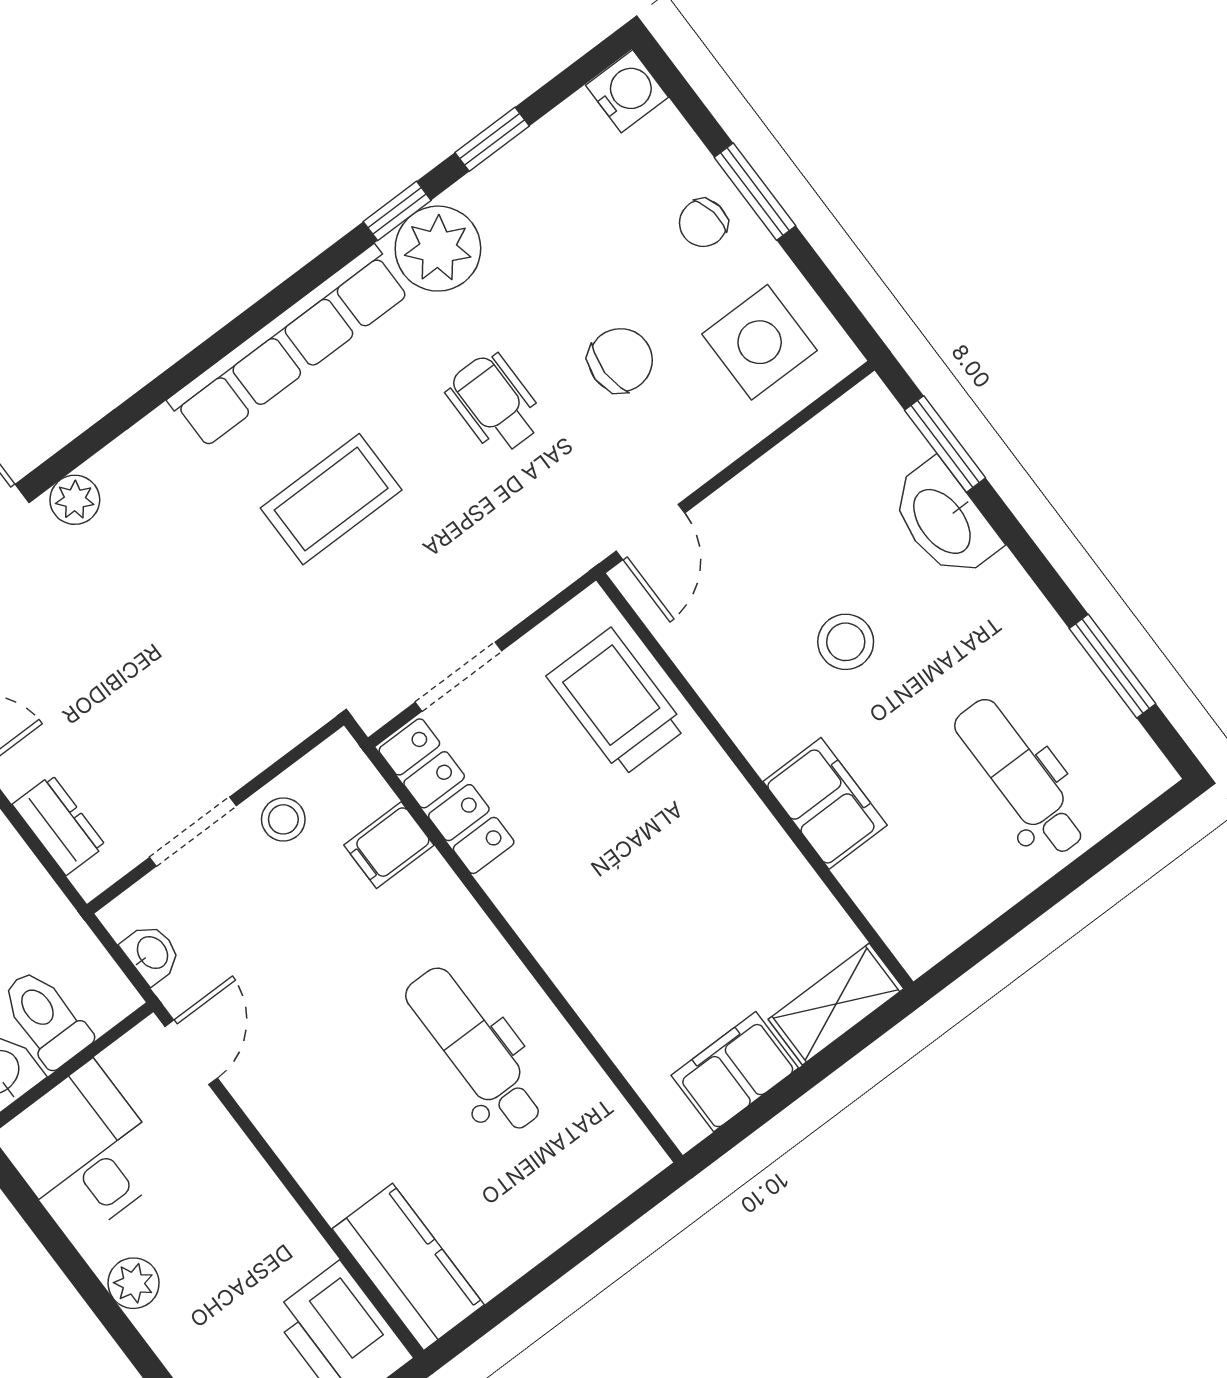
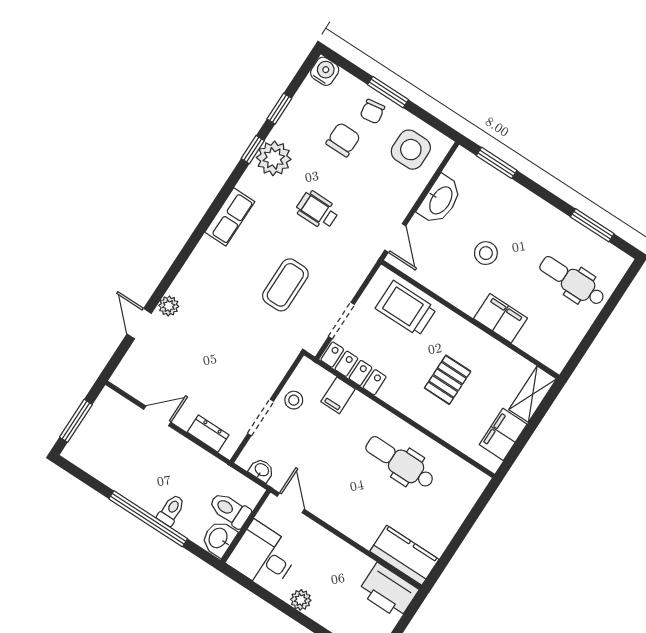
row of seats: (289, 346) -> (230, 217), width x0.50
chair: (620, 360) -> (343, 140), moved
coffee table: (331, 499) -> (285, 285), moved
washbasin: (944, 520) -> (440, 200), moved, turned -90
pallet: (653, 900) -> (448, 380), added

